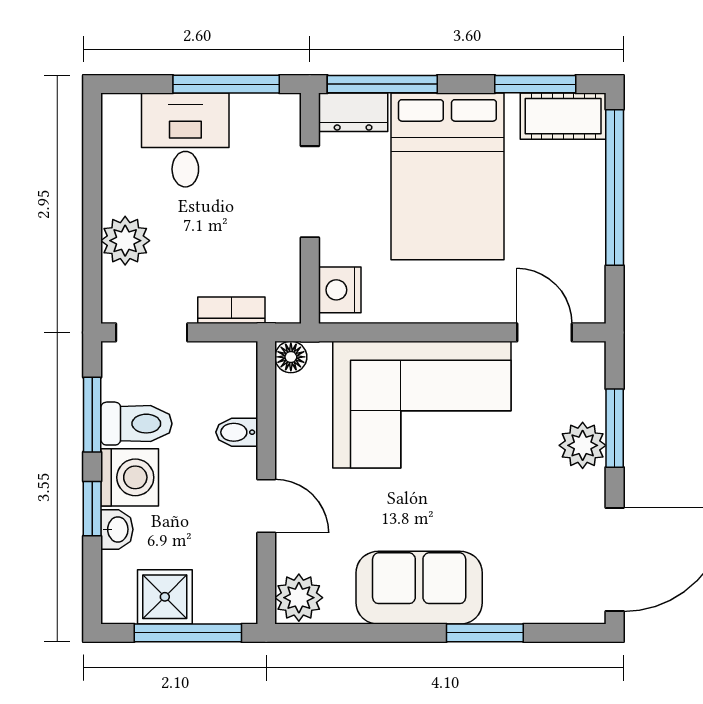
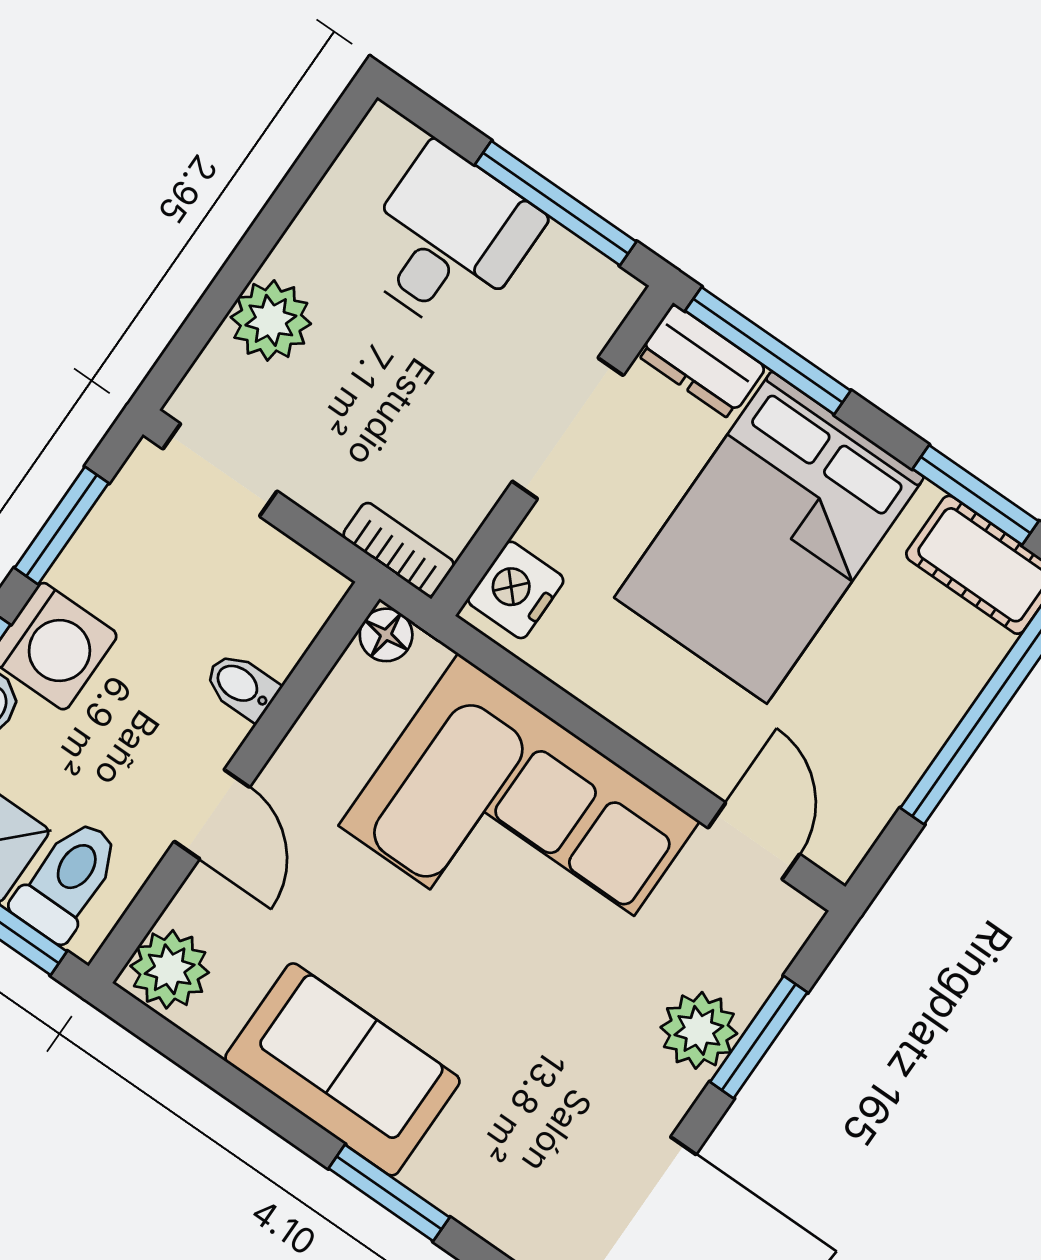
bookcase: (231, 310) -> (399, 550), moved
toilet: (136, 424) -> (67, 880), moved, turned -90

